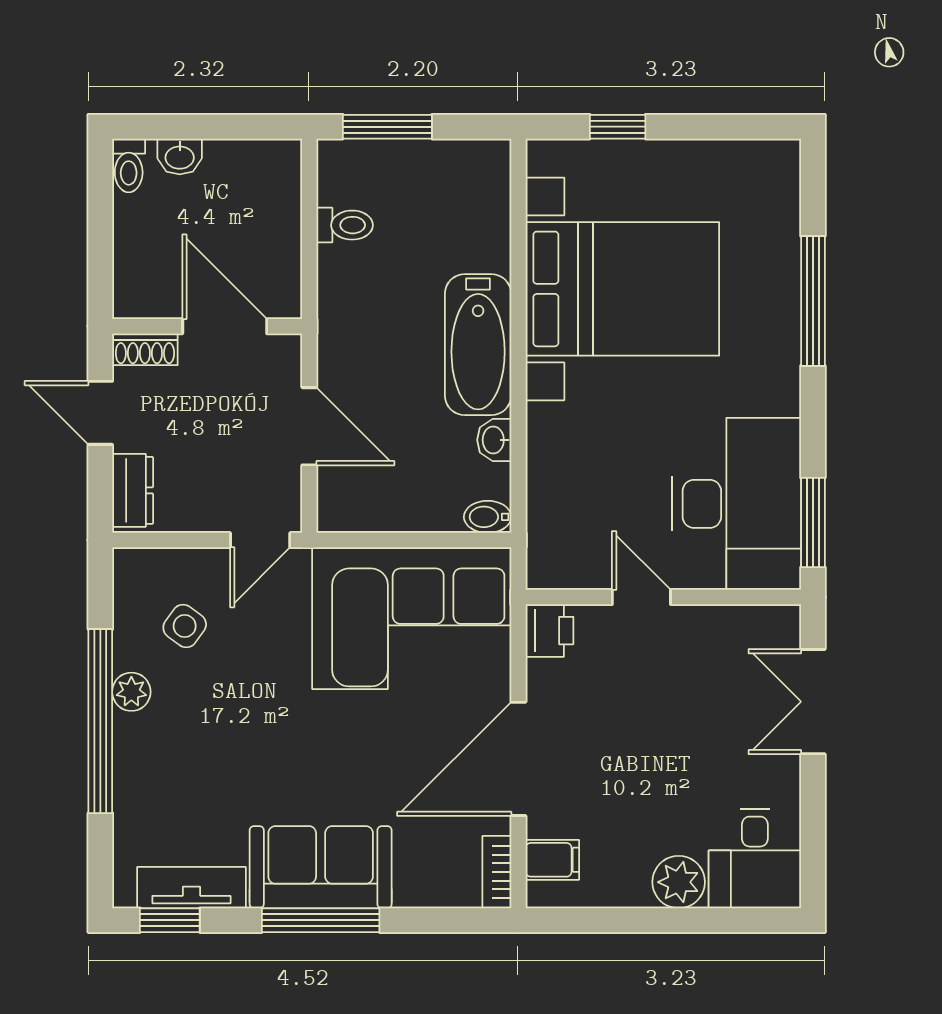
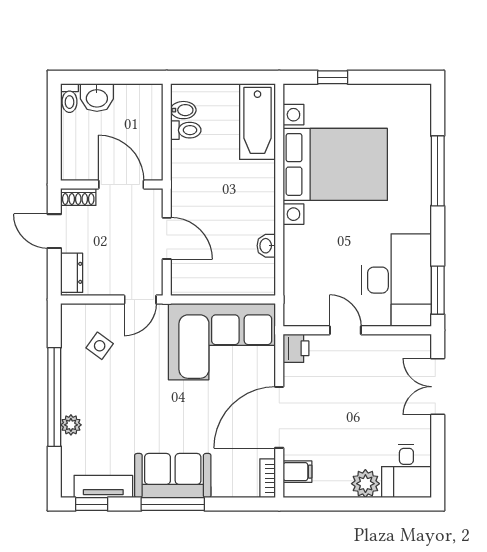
window: (387, 127) -> (209, 77), removed
washbasin: (180, 157) -> (97, 98), width x1.38, depth x1.45
bathtub: (478, 345) -> (257, 121), moved
bidet: (488, 517) -> (183, 110), moved, turned 180
plant: (131, 692) -> (71, 425), moved

